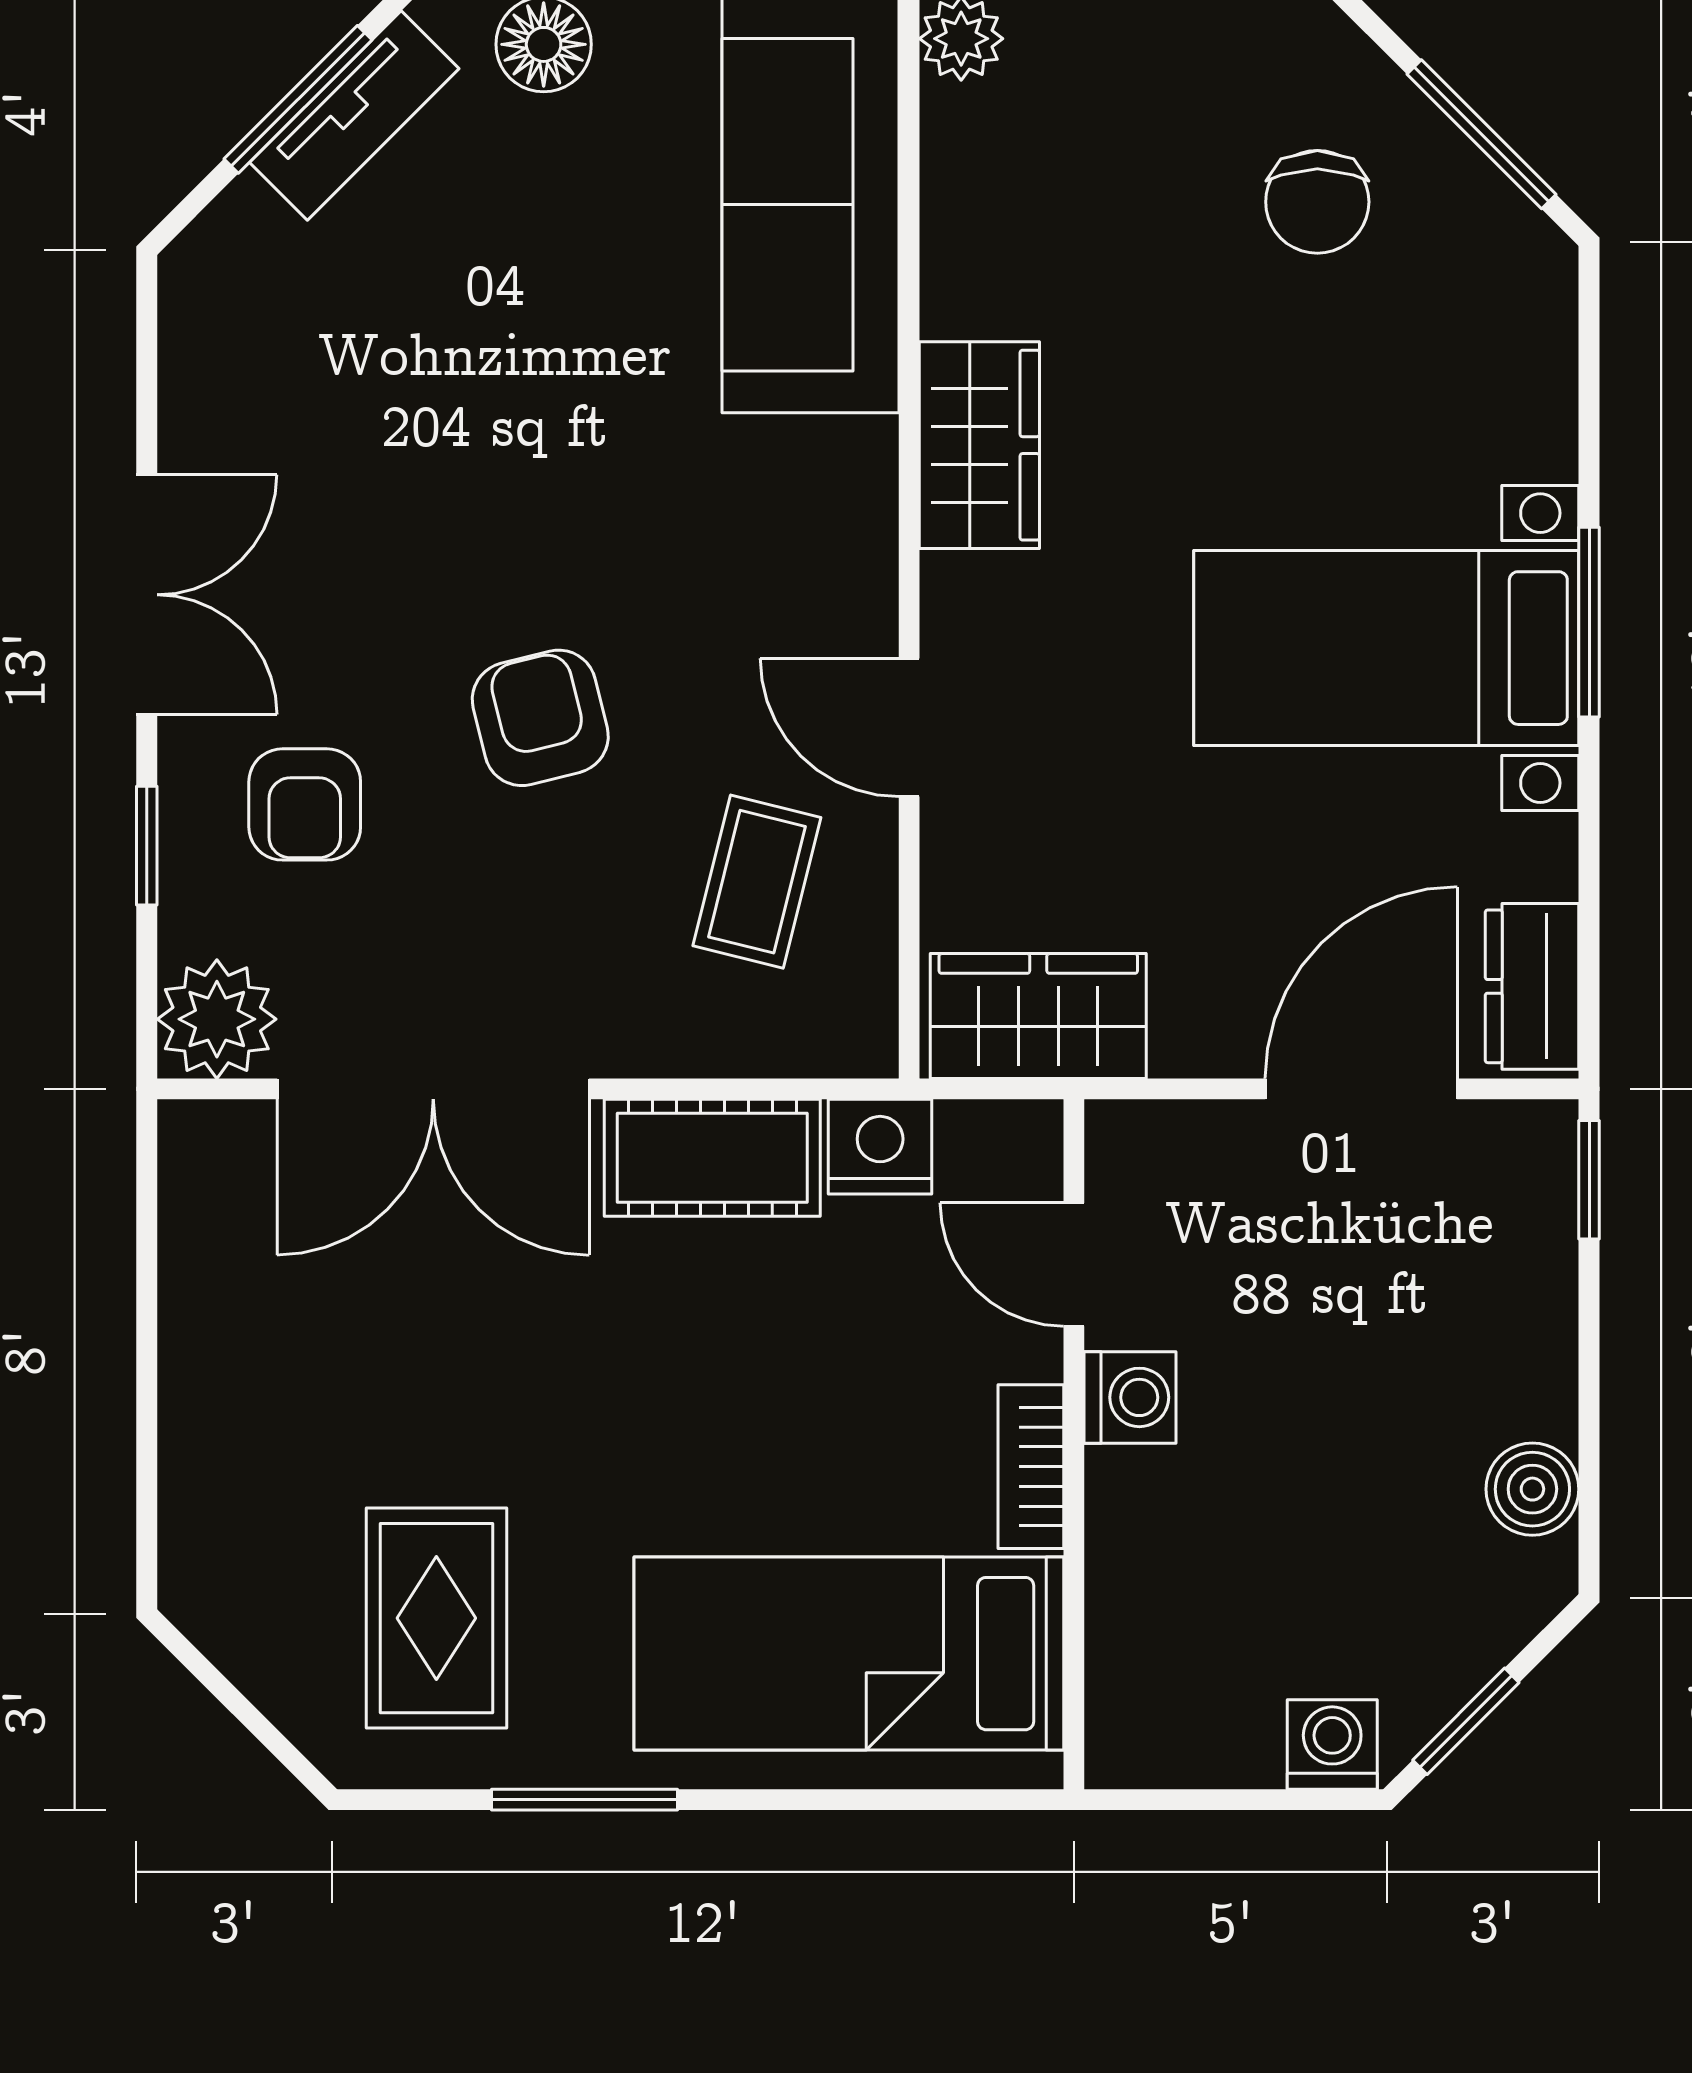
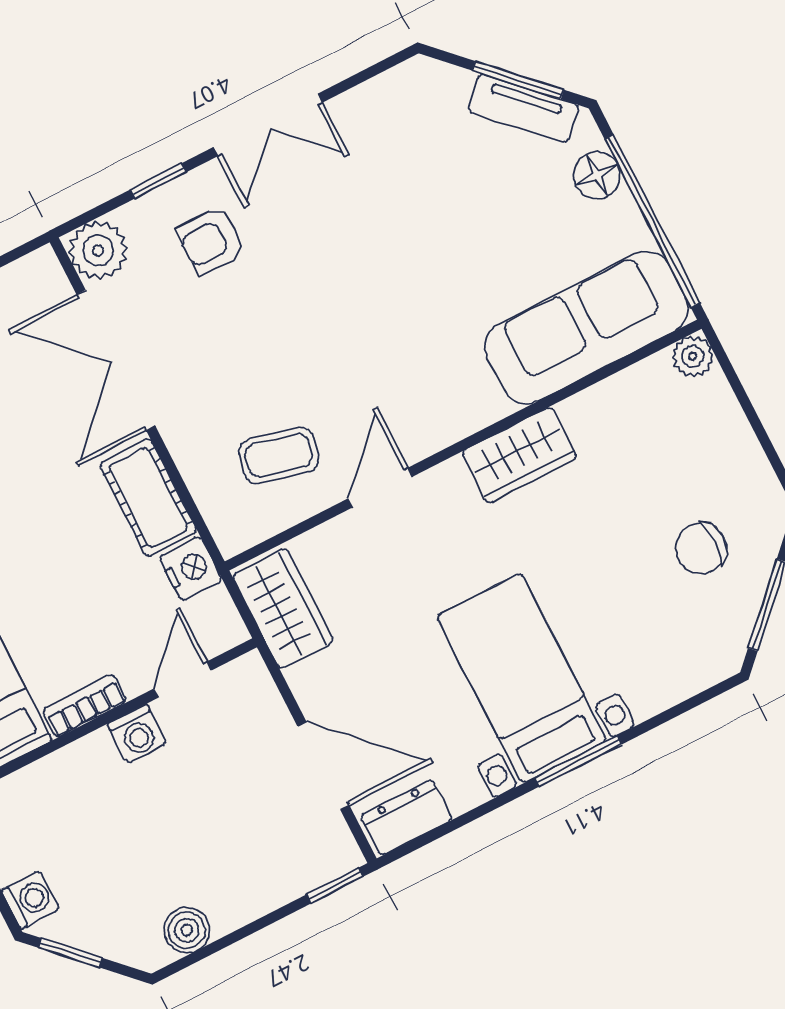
armchair: (540, 718) -> (302, 324), removed

